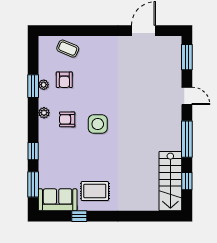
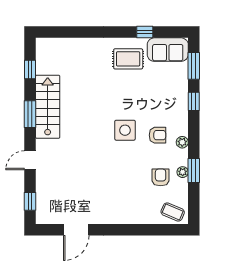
coffee table: (68, 49) -> (173, 212), moved
window: (187, 57) -> (30, 201), width x0.67
door: (187, 96) -> (30, 160), hinge flipped
window: (187, 139) -> (30, 114), width x0.69
stairs: (170, 181) -> (48, 107), moved

